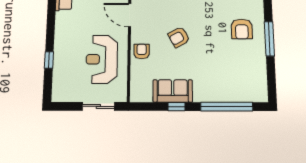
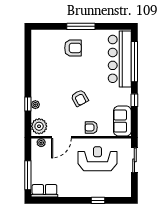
reception desk: (102, 59) -> (97, 159), turned 180
bar counter: (230, 88) -> (120, 59), added
sofa: (173, 91) -> (122, 121), moved

